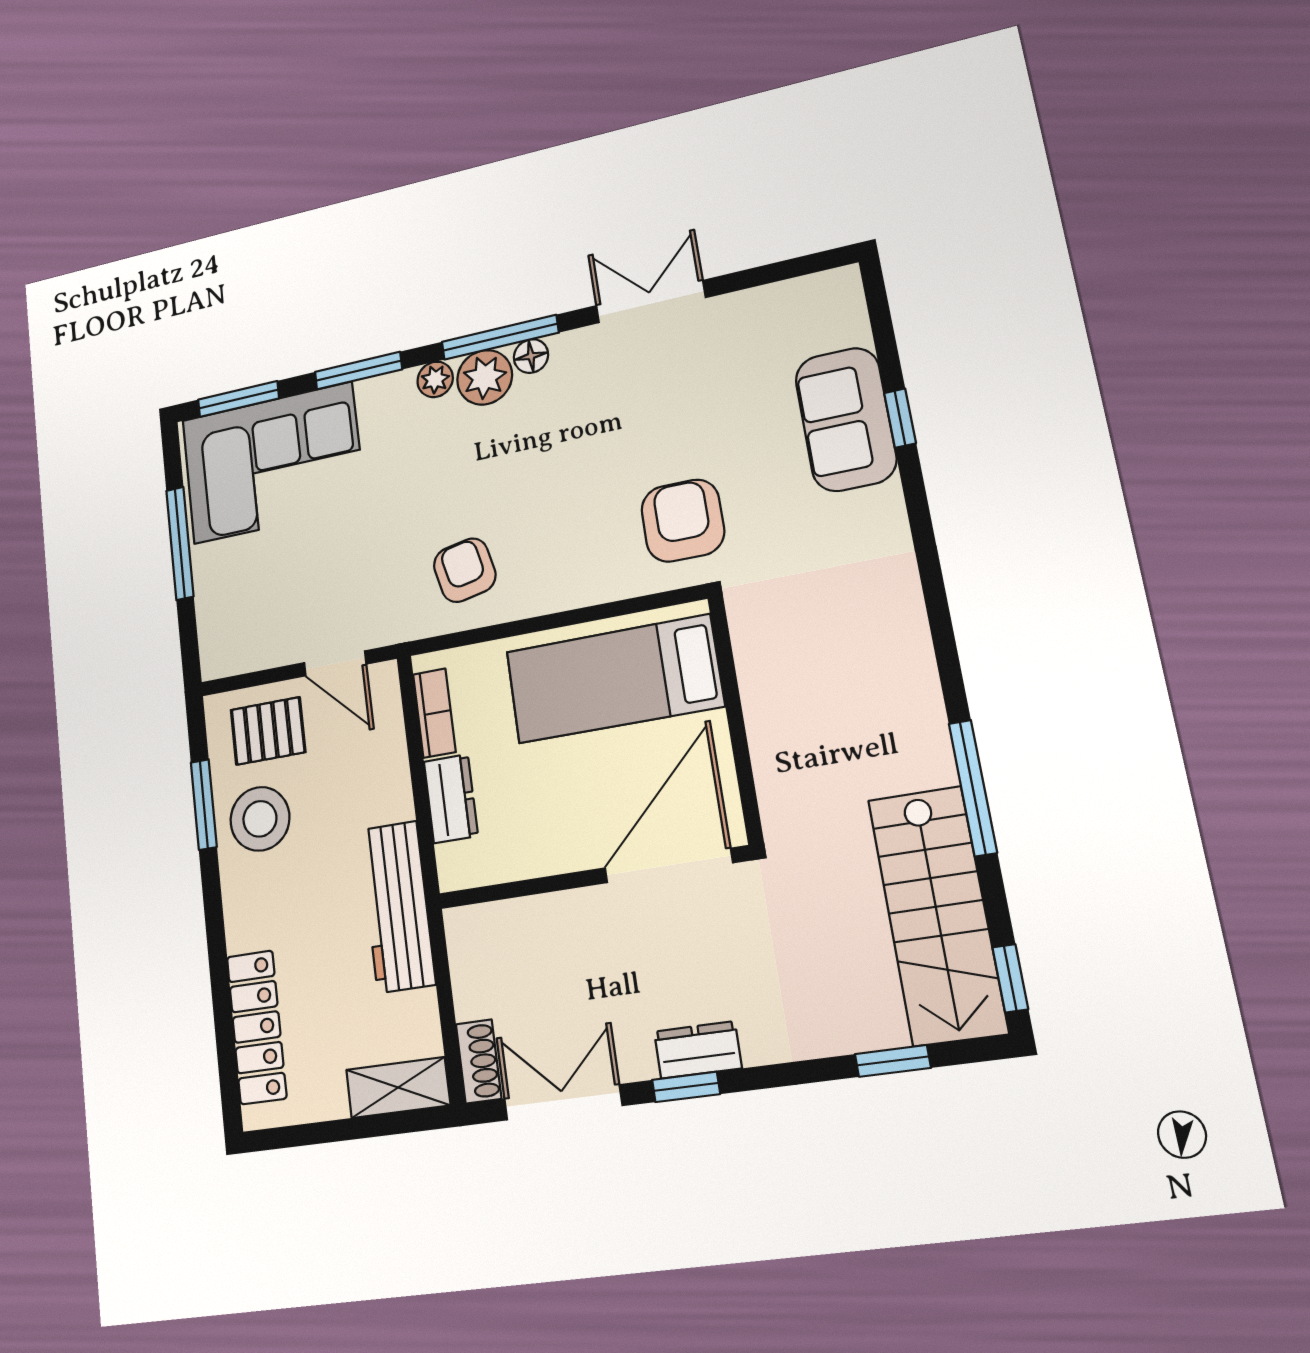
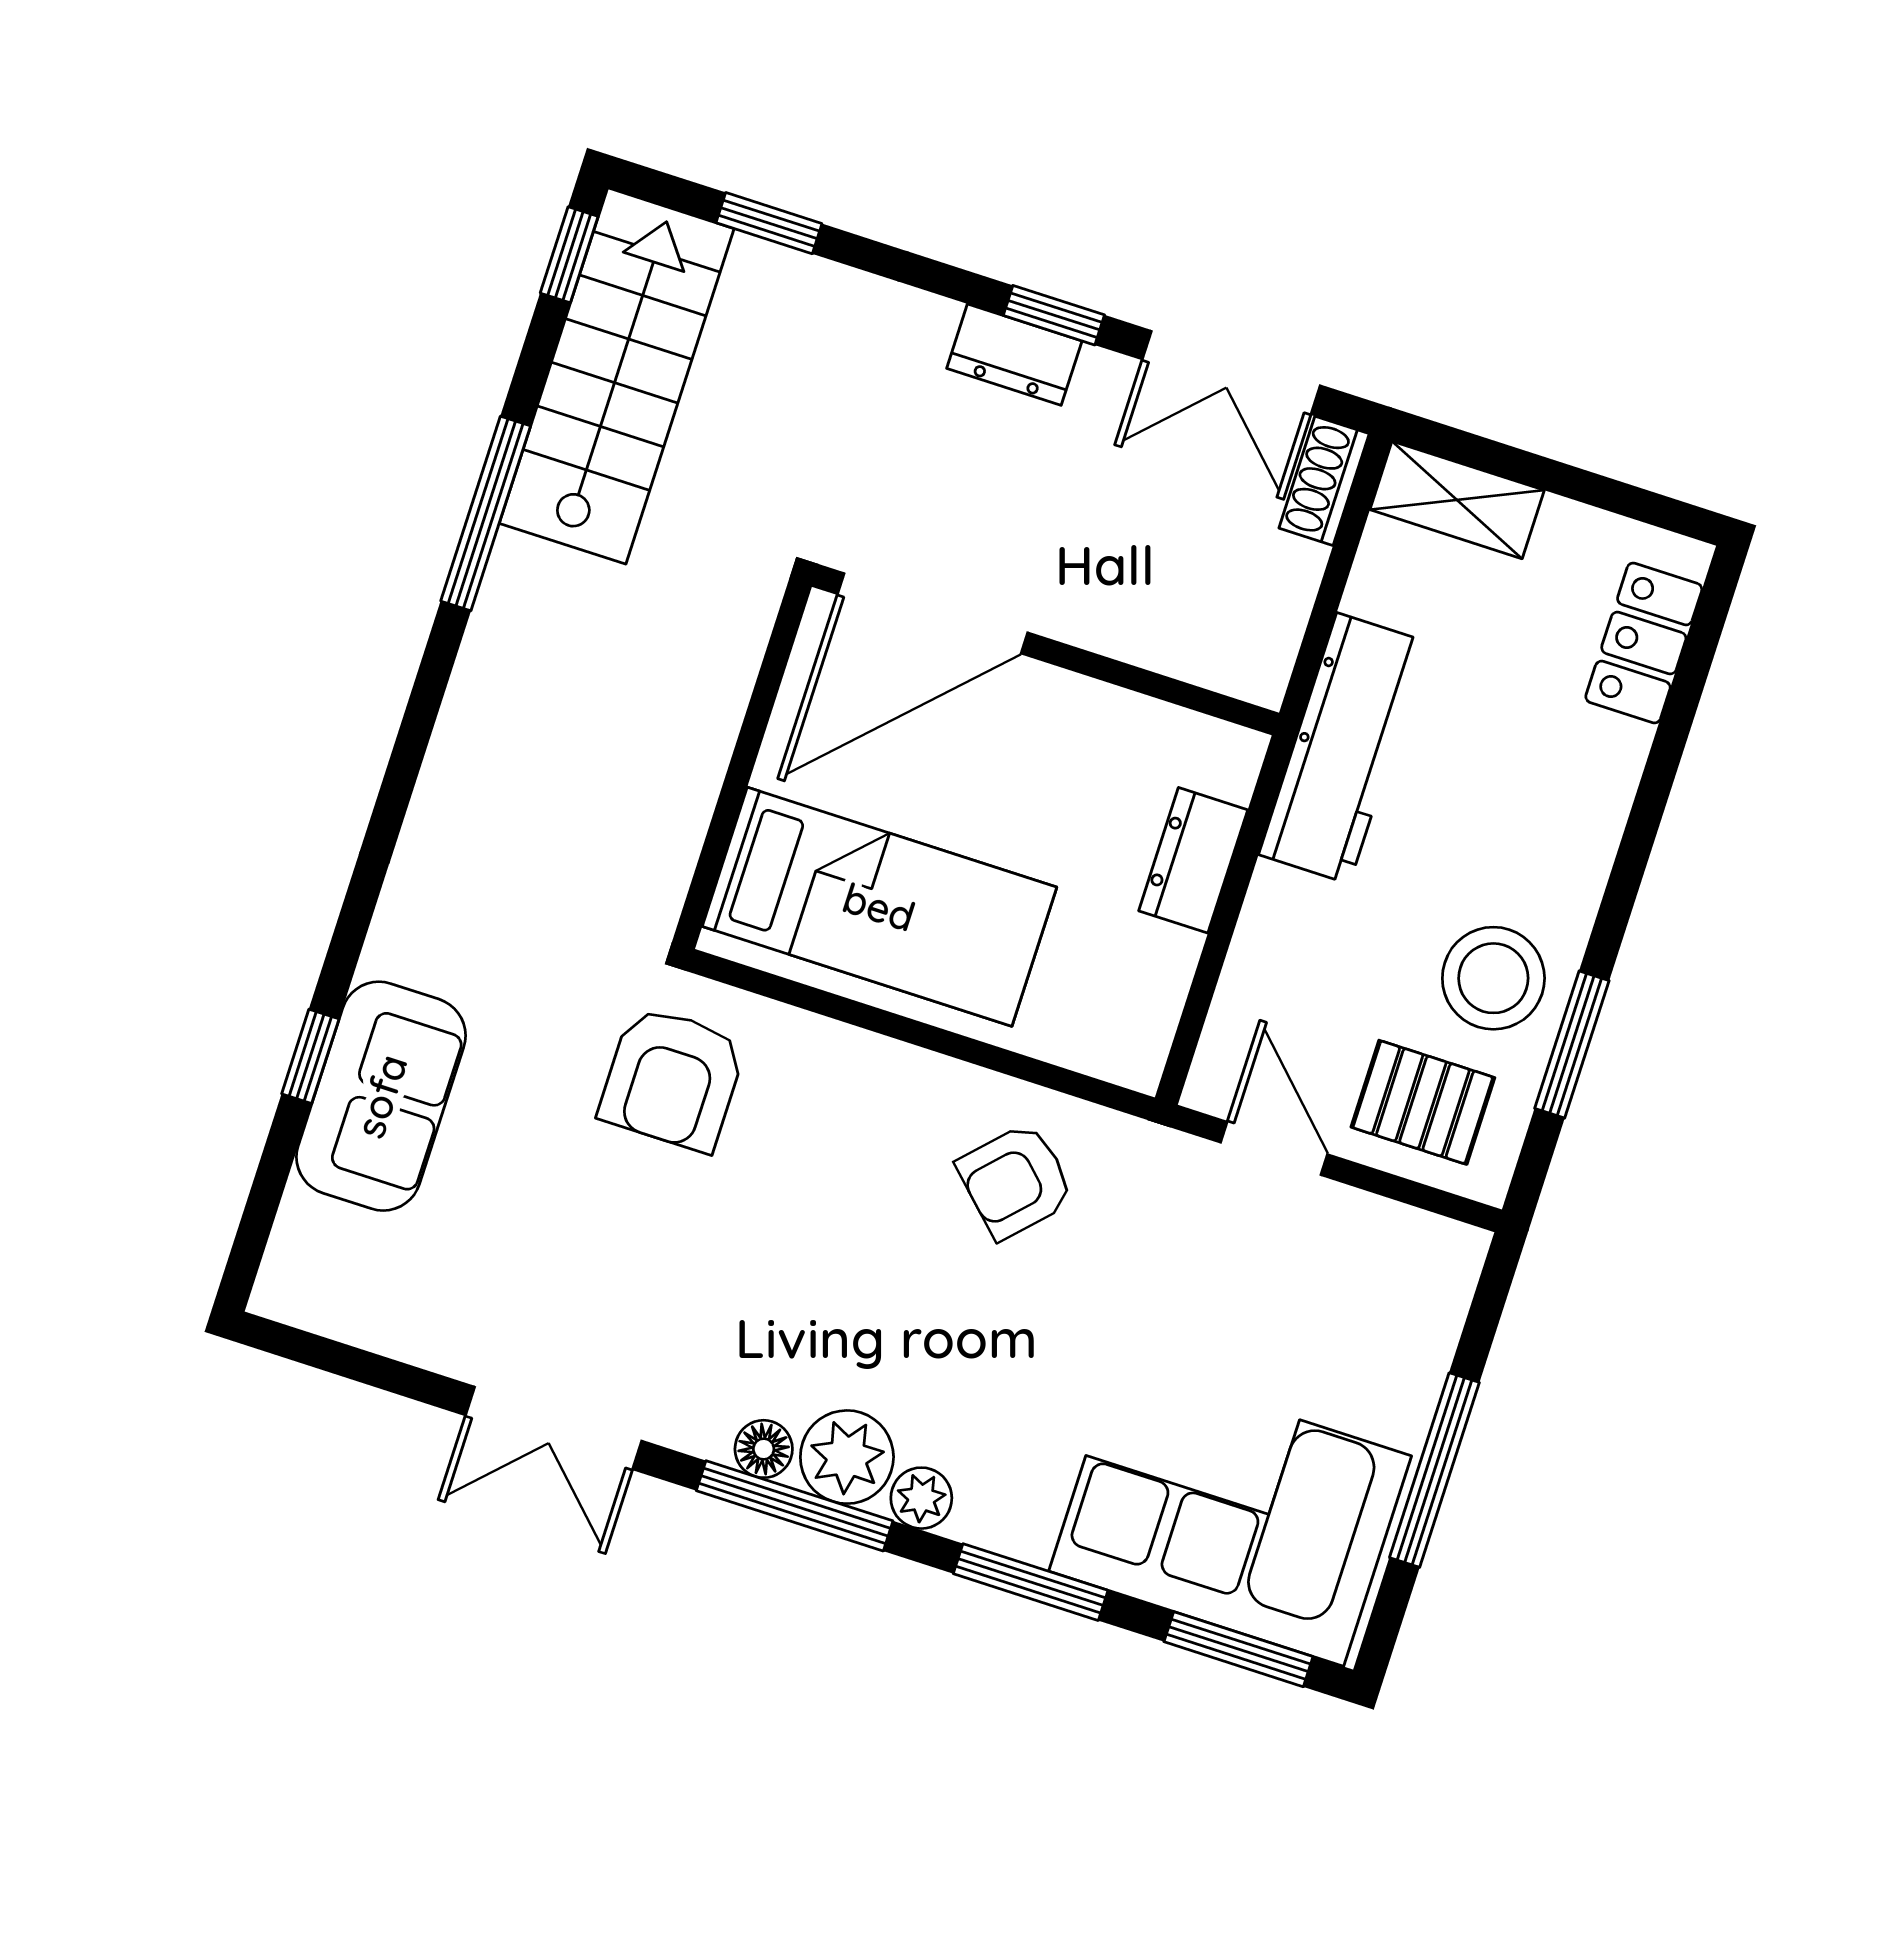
armchair: (465, 570) -> (1016, 1181), turned 56
bookcase: (434, 713) -> (1159, 995), removed
locker: (257, 1027) -> (1644, 643), width x0.66

